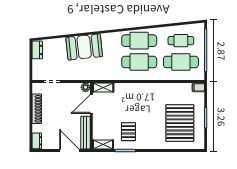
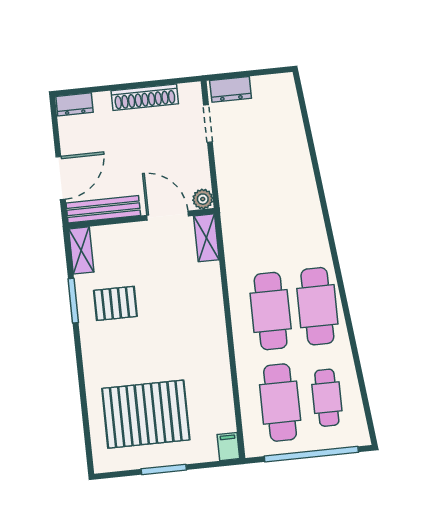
booth: (84, 47) -> (291, 187), removed
dresser: (37, 50) -> (231, 89), moved

